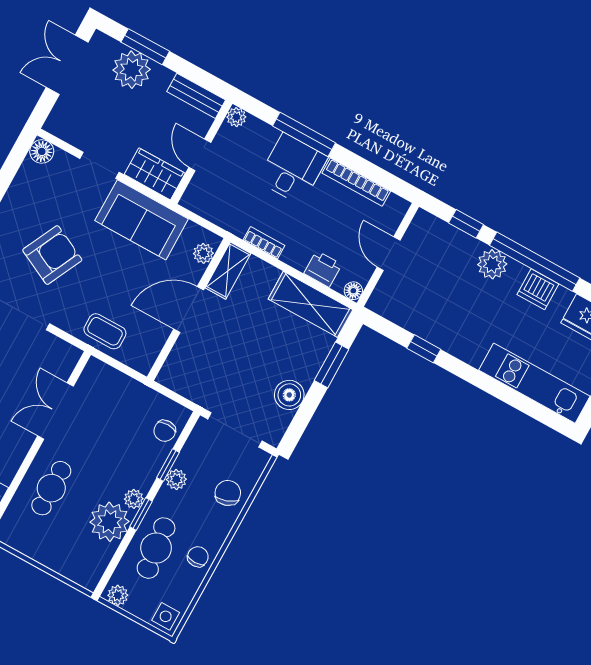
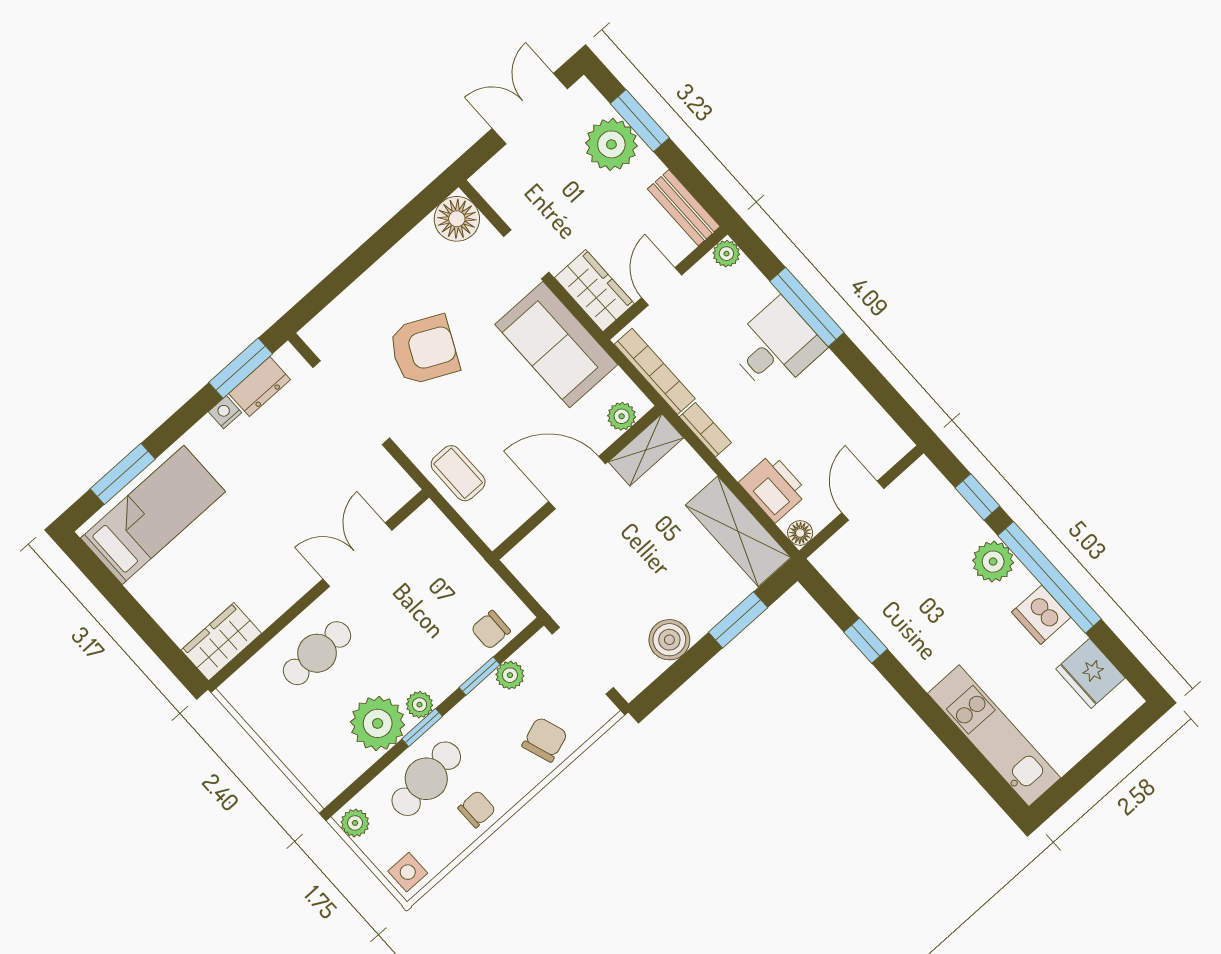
floor lamp: (42, 151) -> (457, 219), width x1.38, depth x1.38
bookcase: (356, 182) -> (655, 371), moved, turned 180
printer: (323, 269) -> (774, 488), width x1.36, depth x1.24
plant: (176, 479) -> (510, 675), moved

